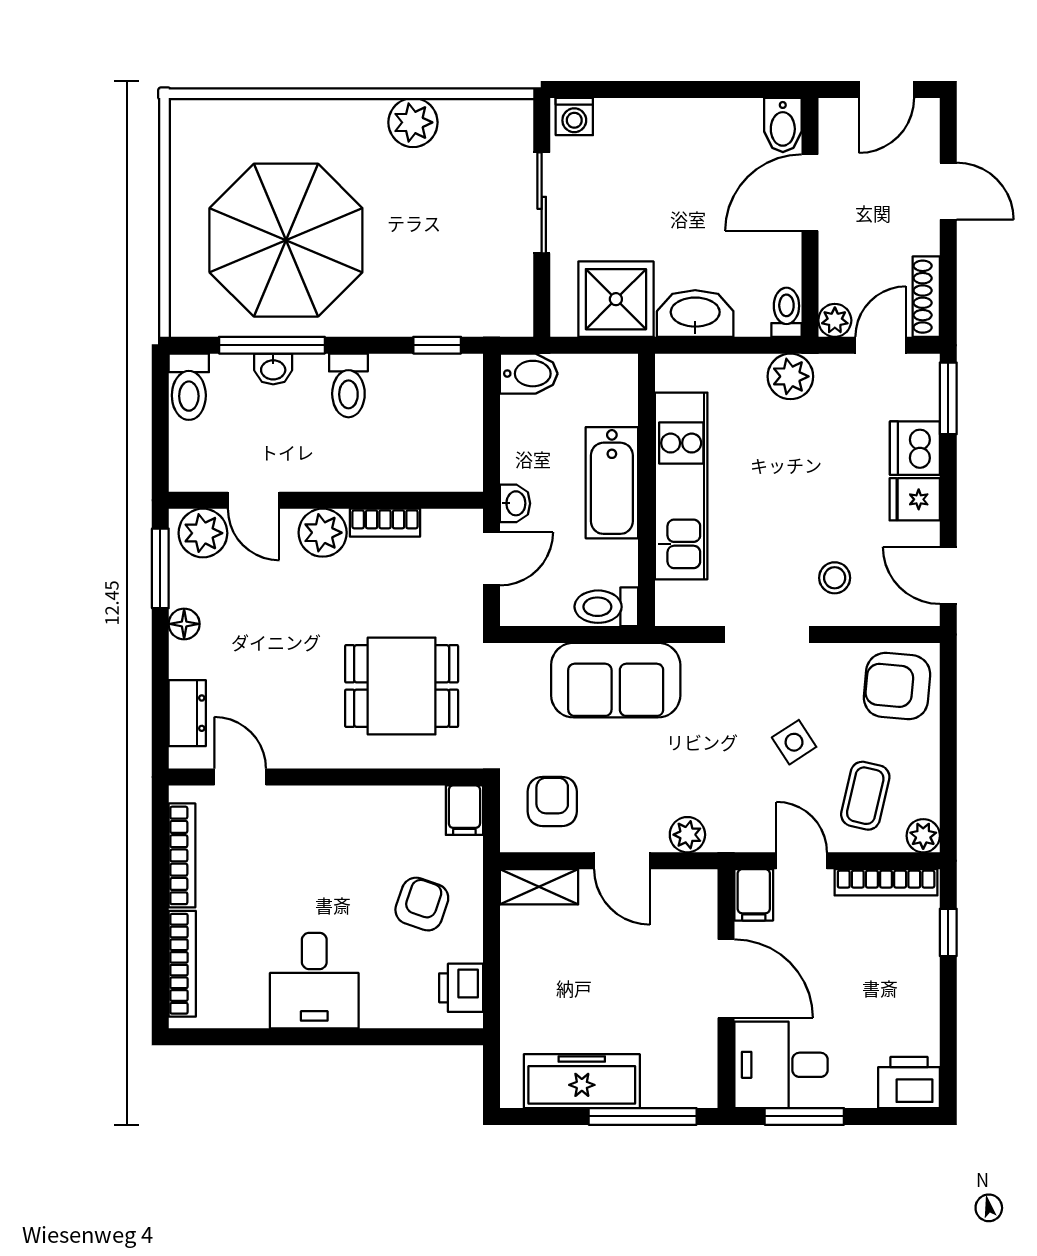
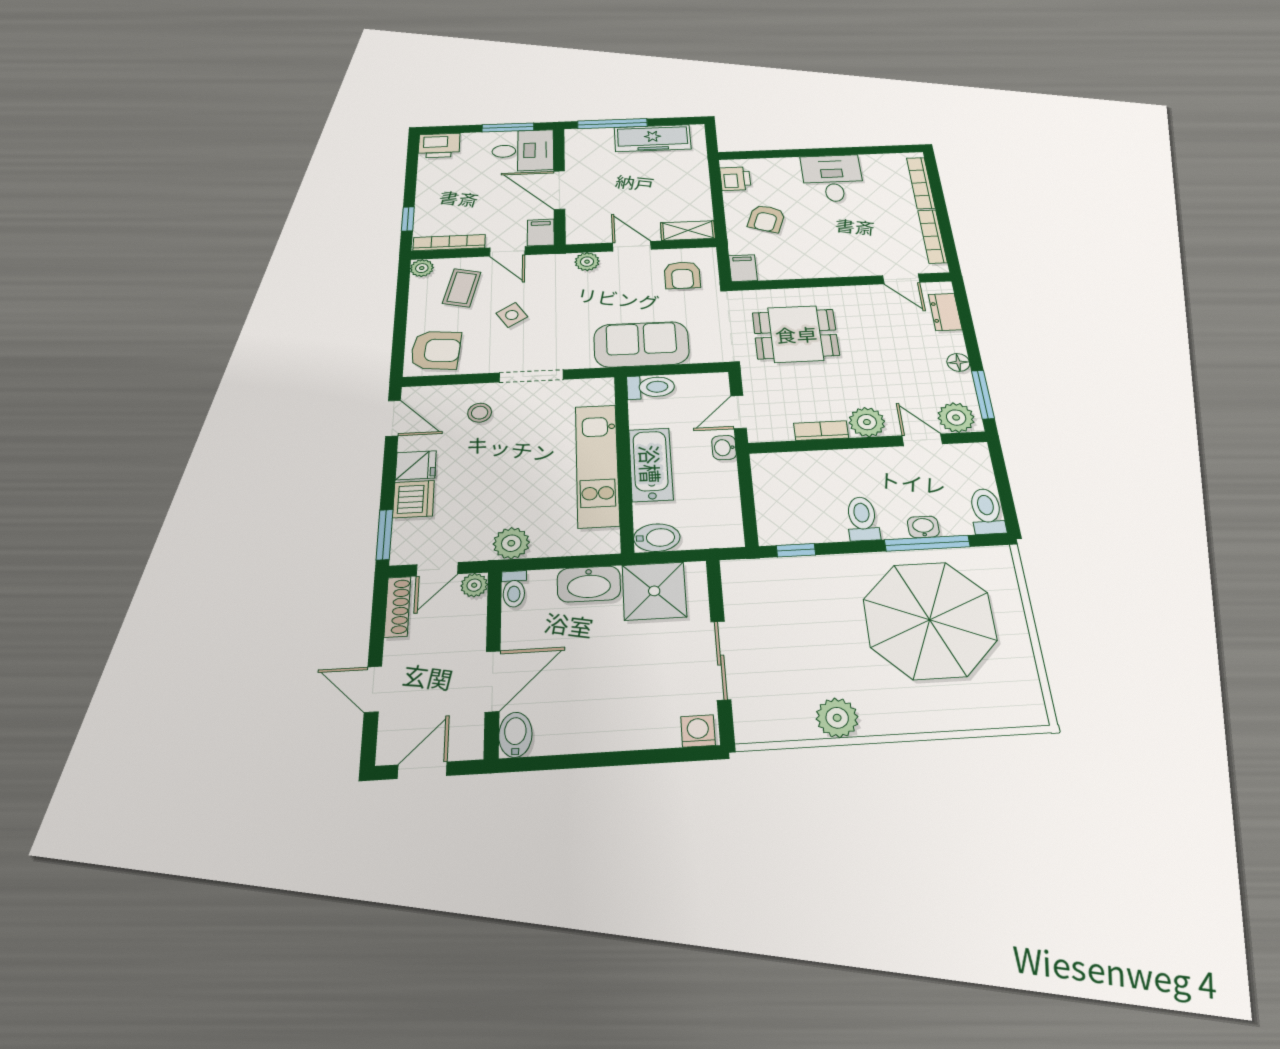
bidet: (529, 374) -> (657, 538), moved, turned 180

